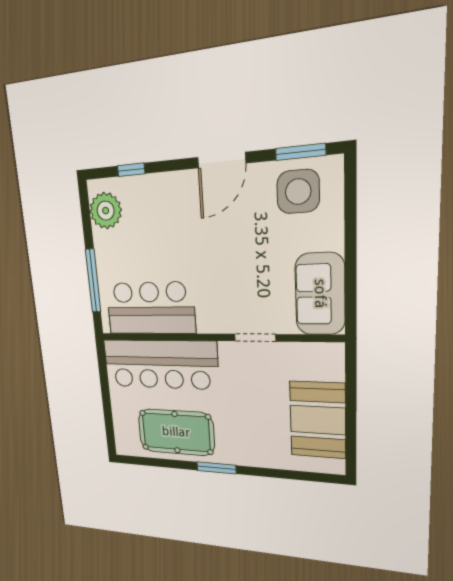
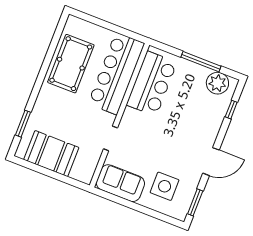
door: (221, 160) -> (211, 162), swing flipped
side table: (298, 192) -> (165, 186), moved
window: (93, 281) -> (201, 62), moved
window: (216, 468) -> (23, 124), moved

